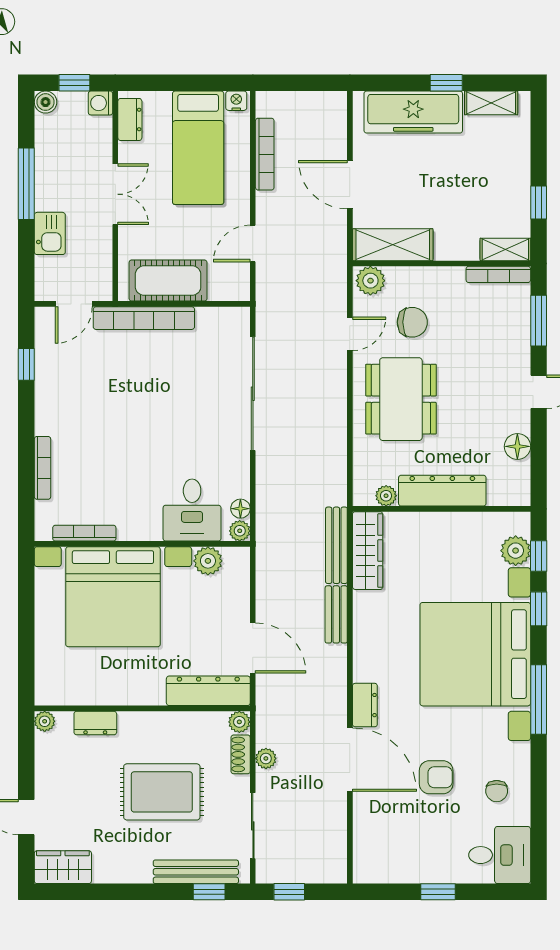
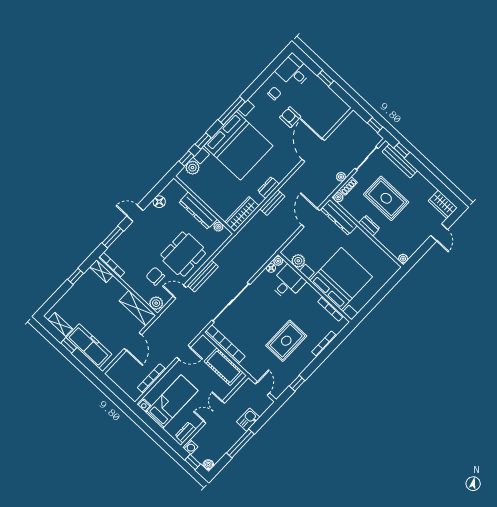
door: (74, 304) -> (262, 389), hinge flipped
bookcase: (144, 318) -> (225, 344), moved
rug: (107, 416) -> (286, 341), added
bench: (336, 545) -> (203, 276), moved
dresser: (365, 705) -> (268, 188), moved
dresser: (95, 723) -> (369, 226), moved

